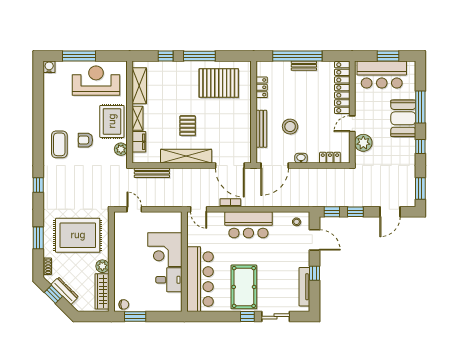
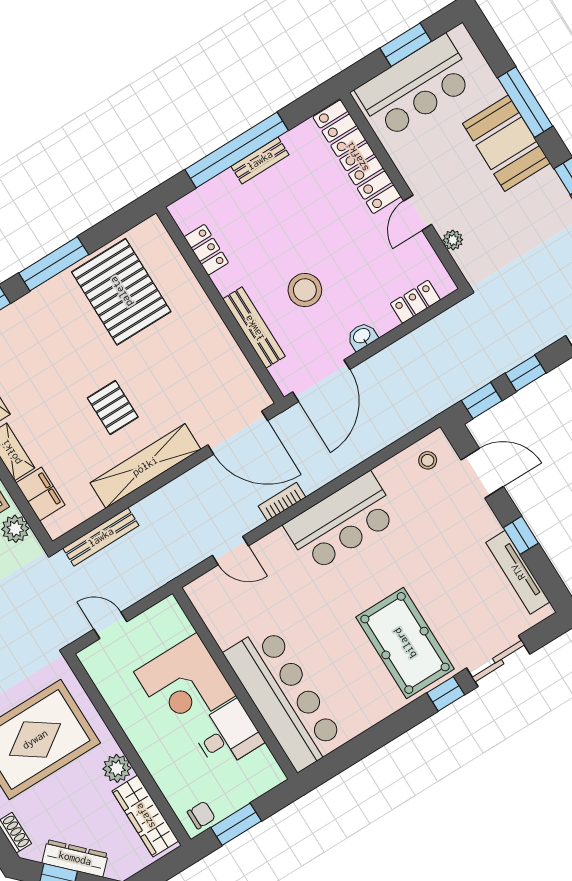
pallet: (219, 83) -> (121, 292), turned 90
plant: (363, 143) -> (453, 240), width x0.53, depth x0.53
corner desk: (165, 250) -> (185, 684), moved
wall: (184, 262) -> (235, 683), moved
bar counter: (200, 279) -> (284, 698), moved
desk: (169, 280) -> (227, 735), moved

